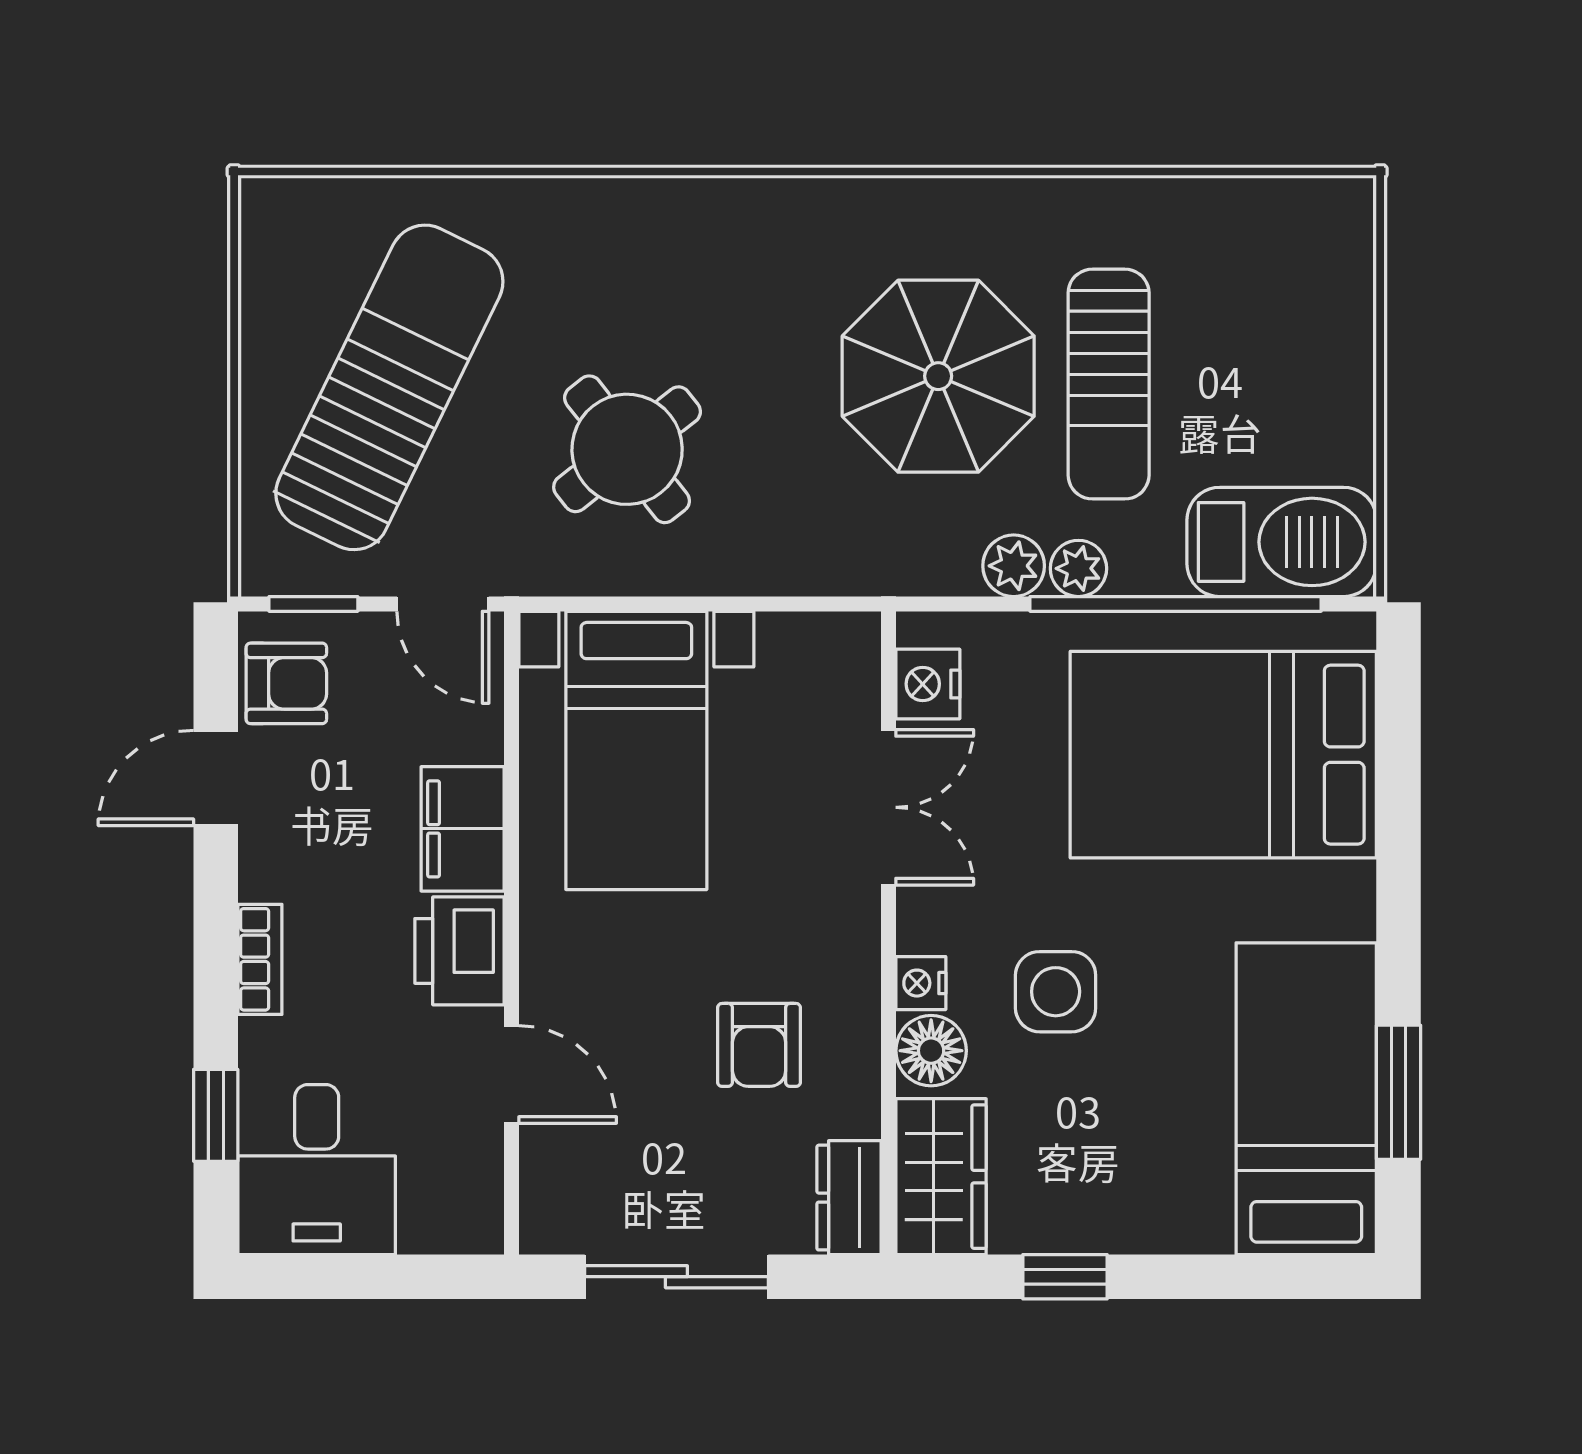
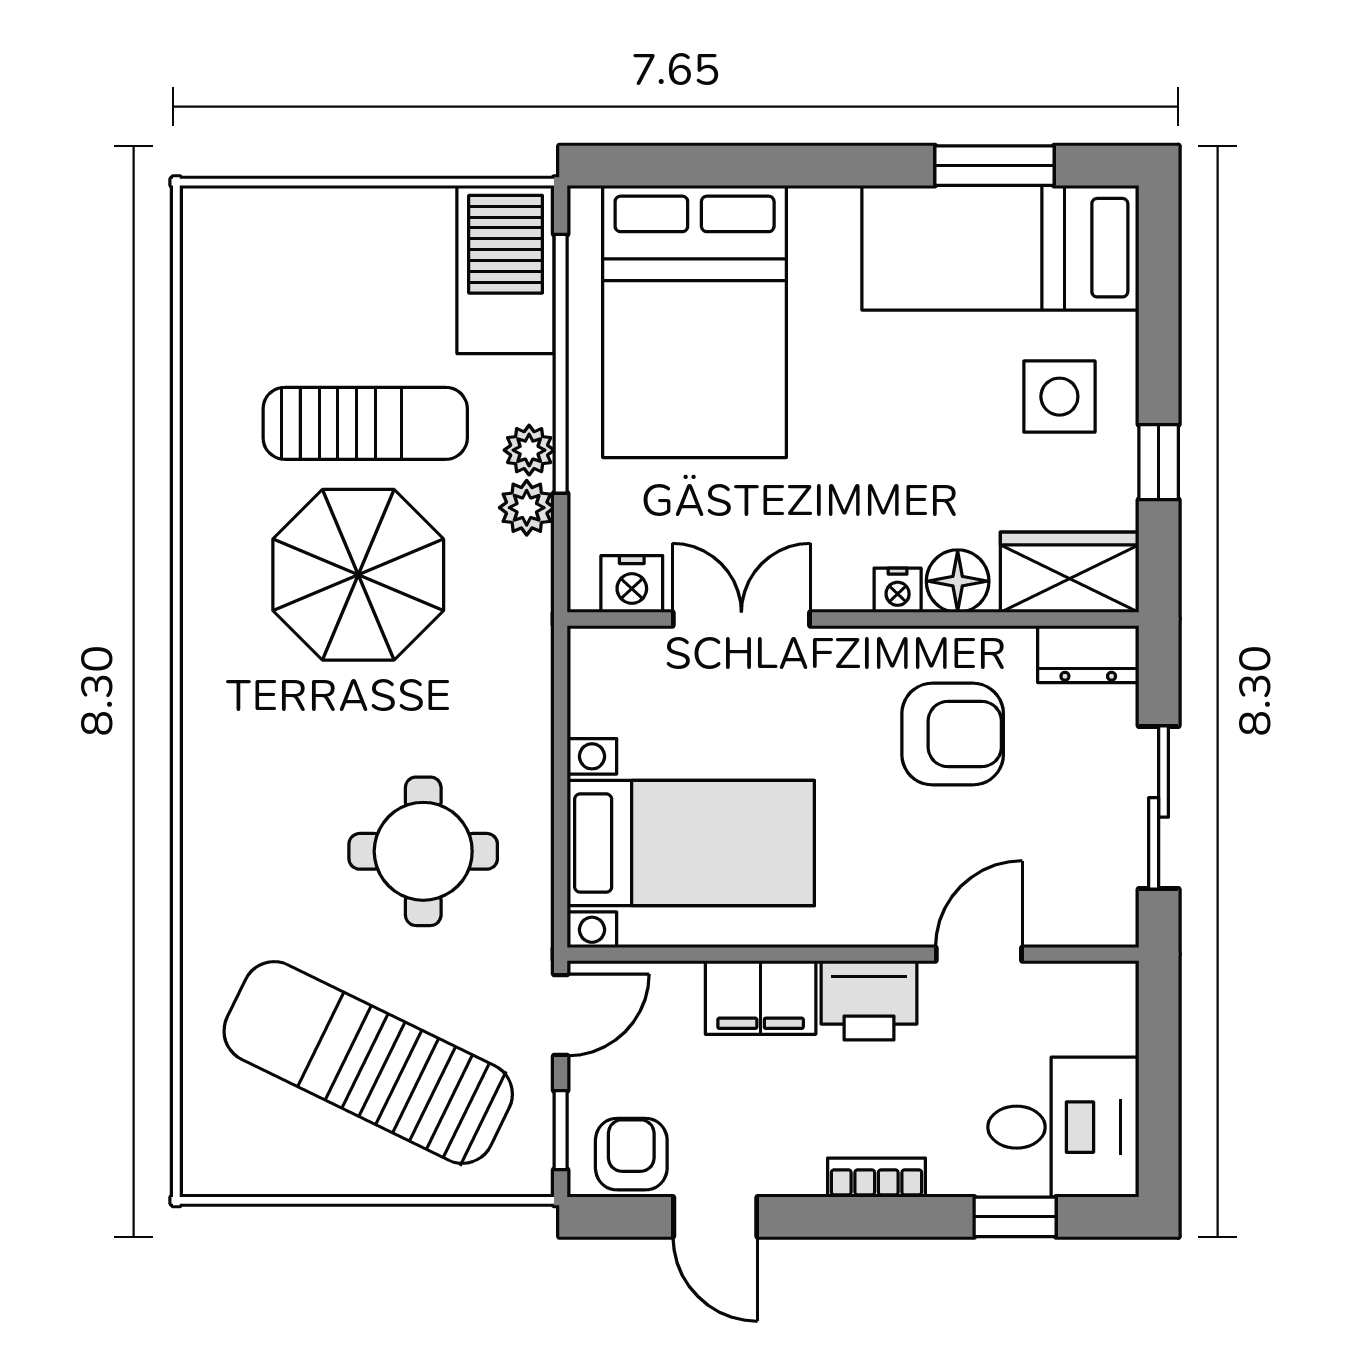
round table: (627, 449) -> (423, 851), turned 38
side table: (1056, 992) -> (1059, 397), moved
armchair: (759, 1045) -> (953, 734), width x1.38, depth x1.38

